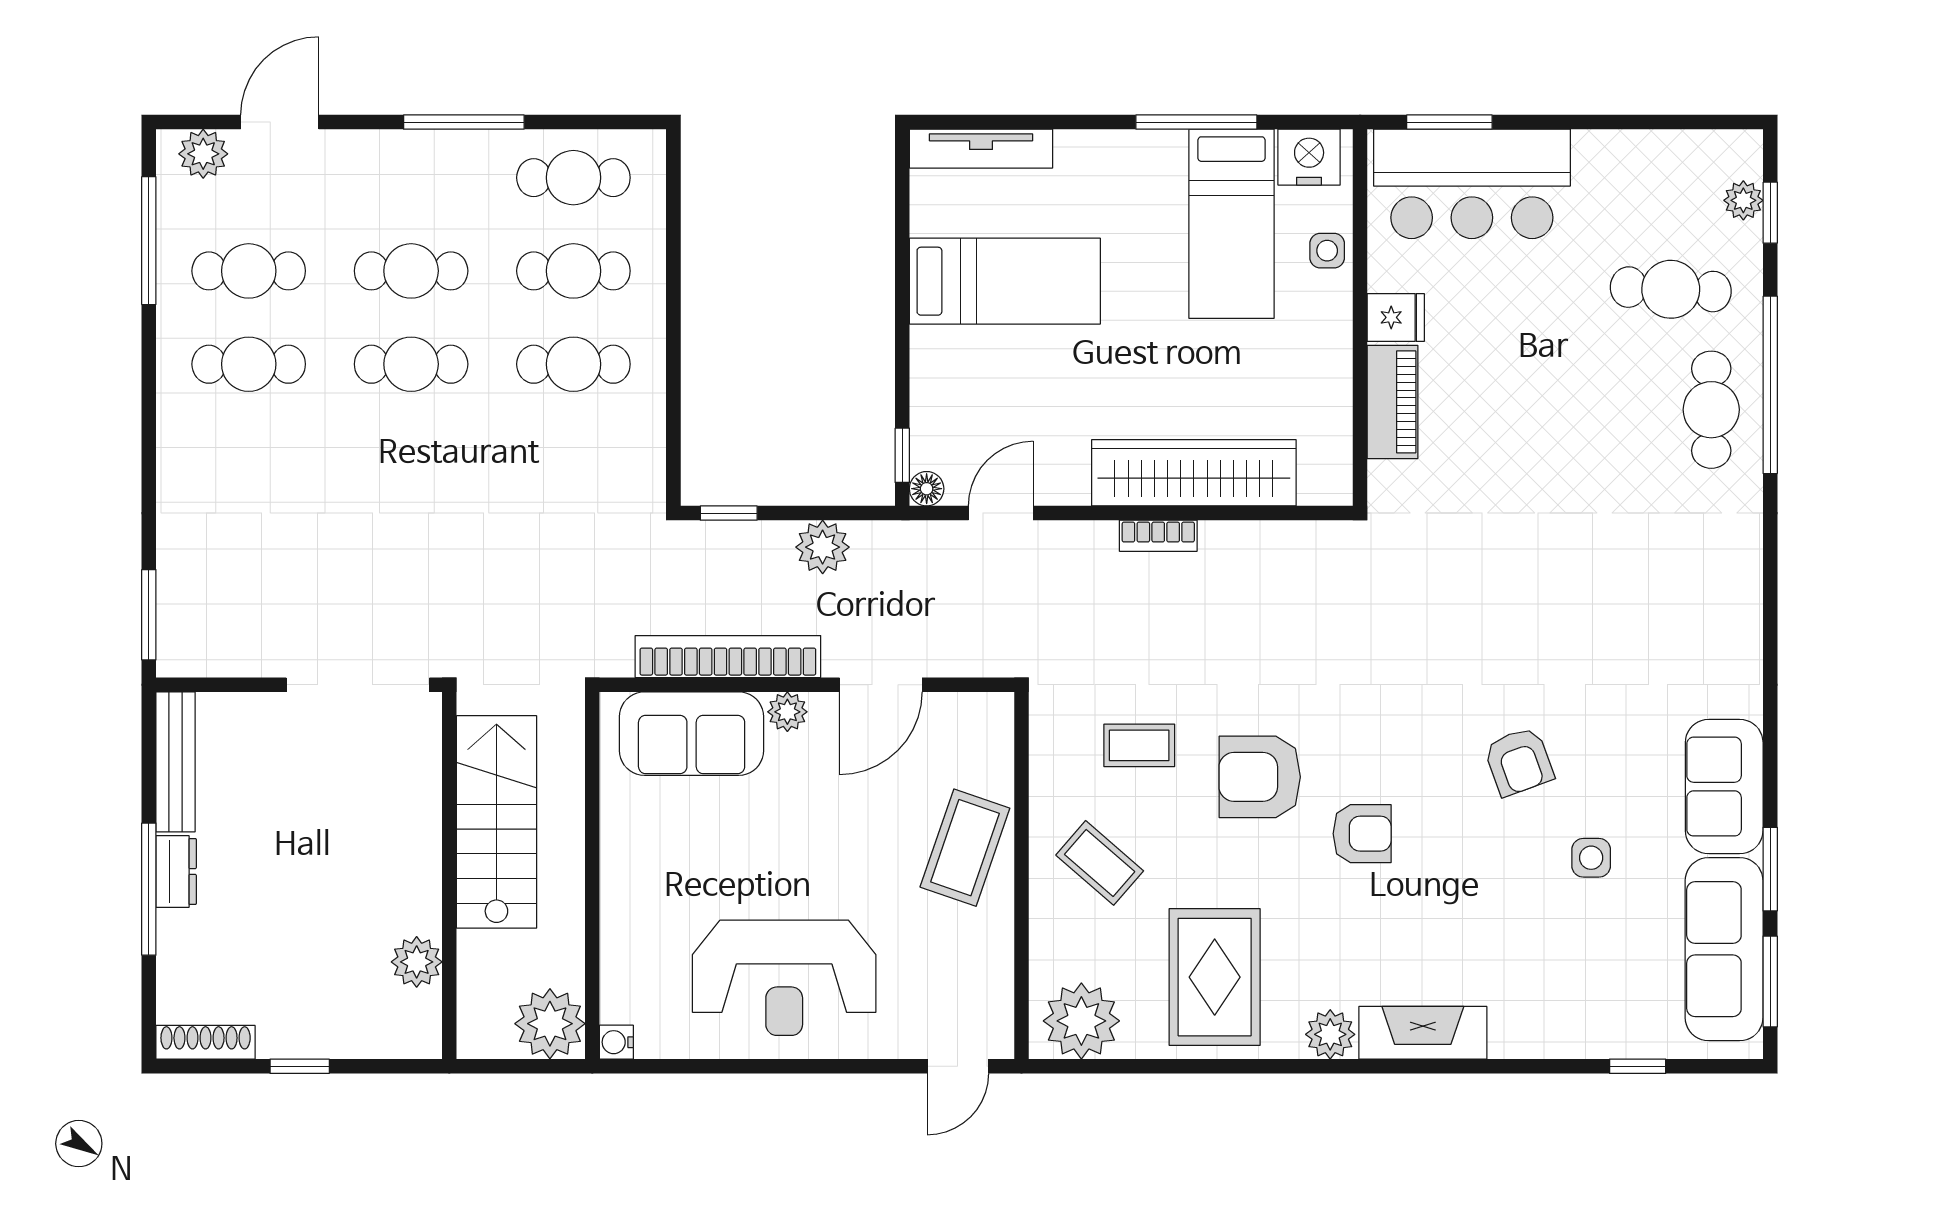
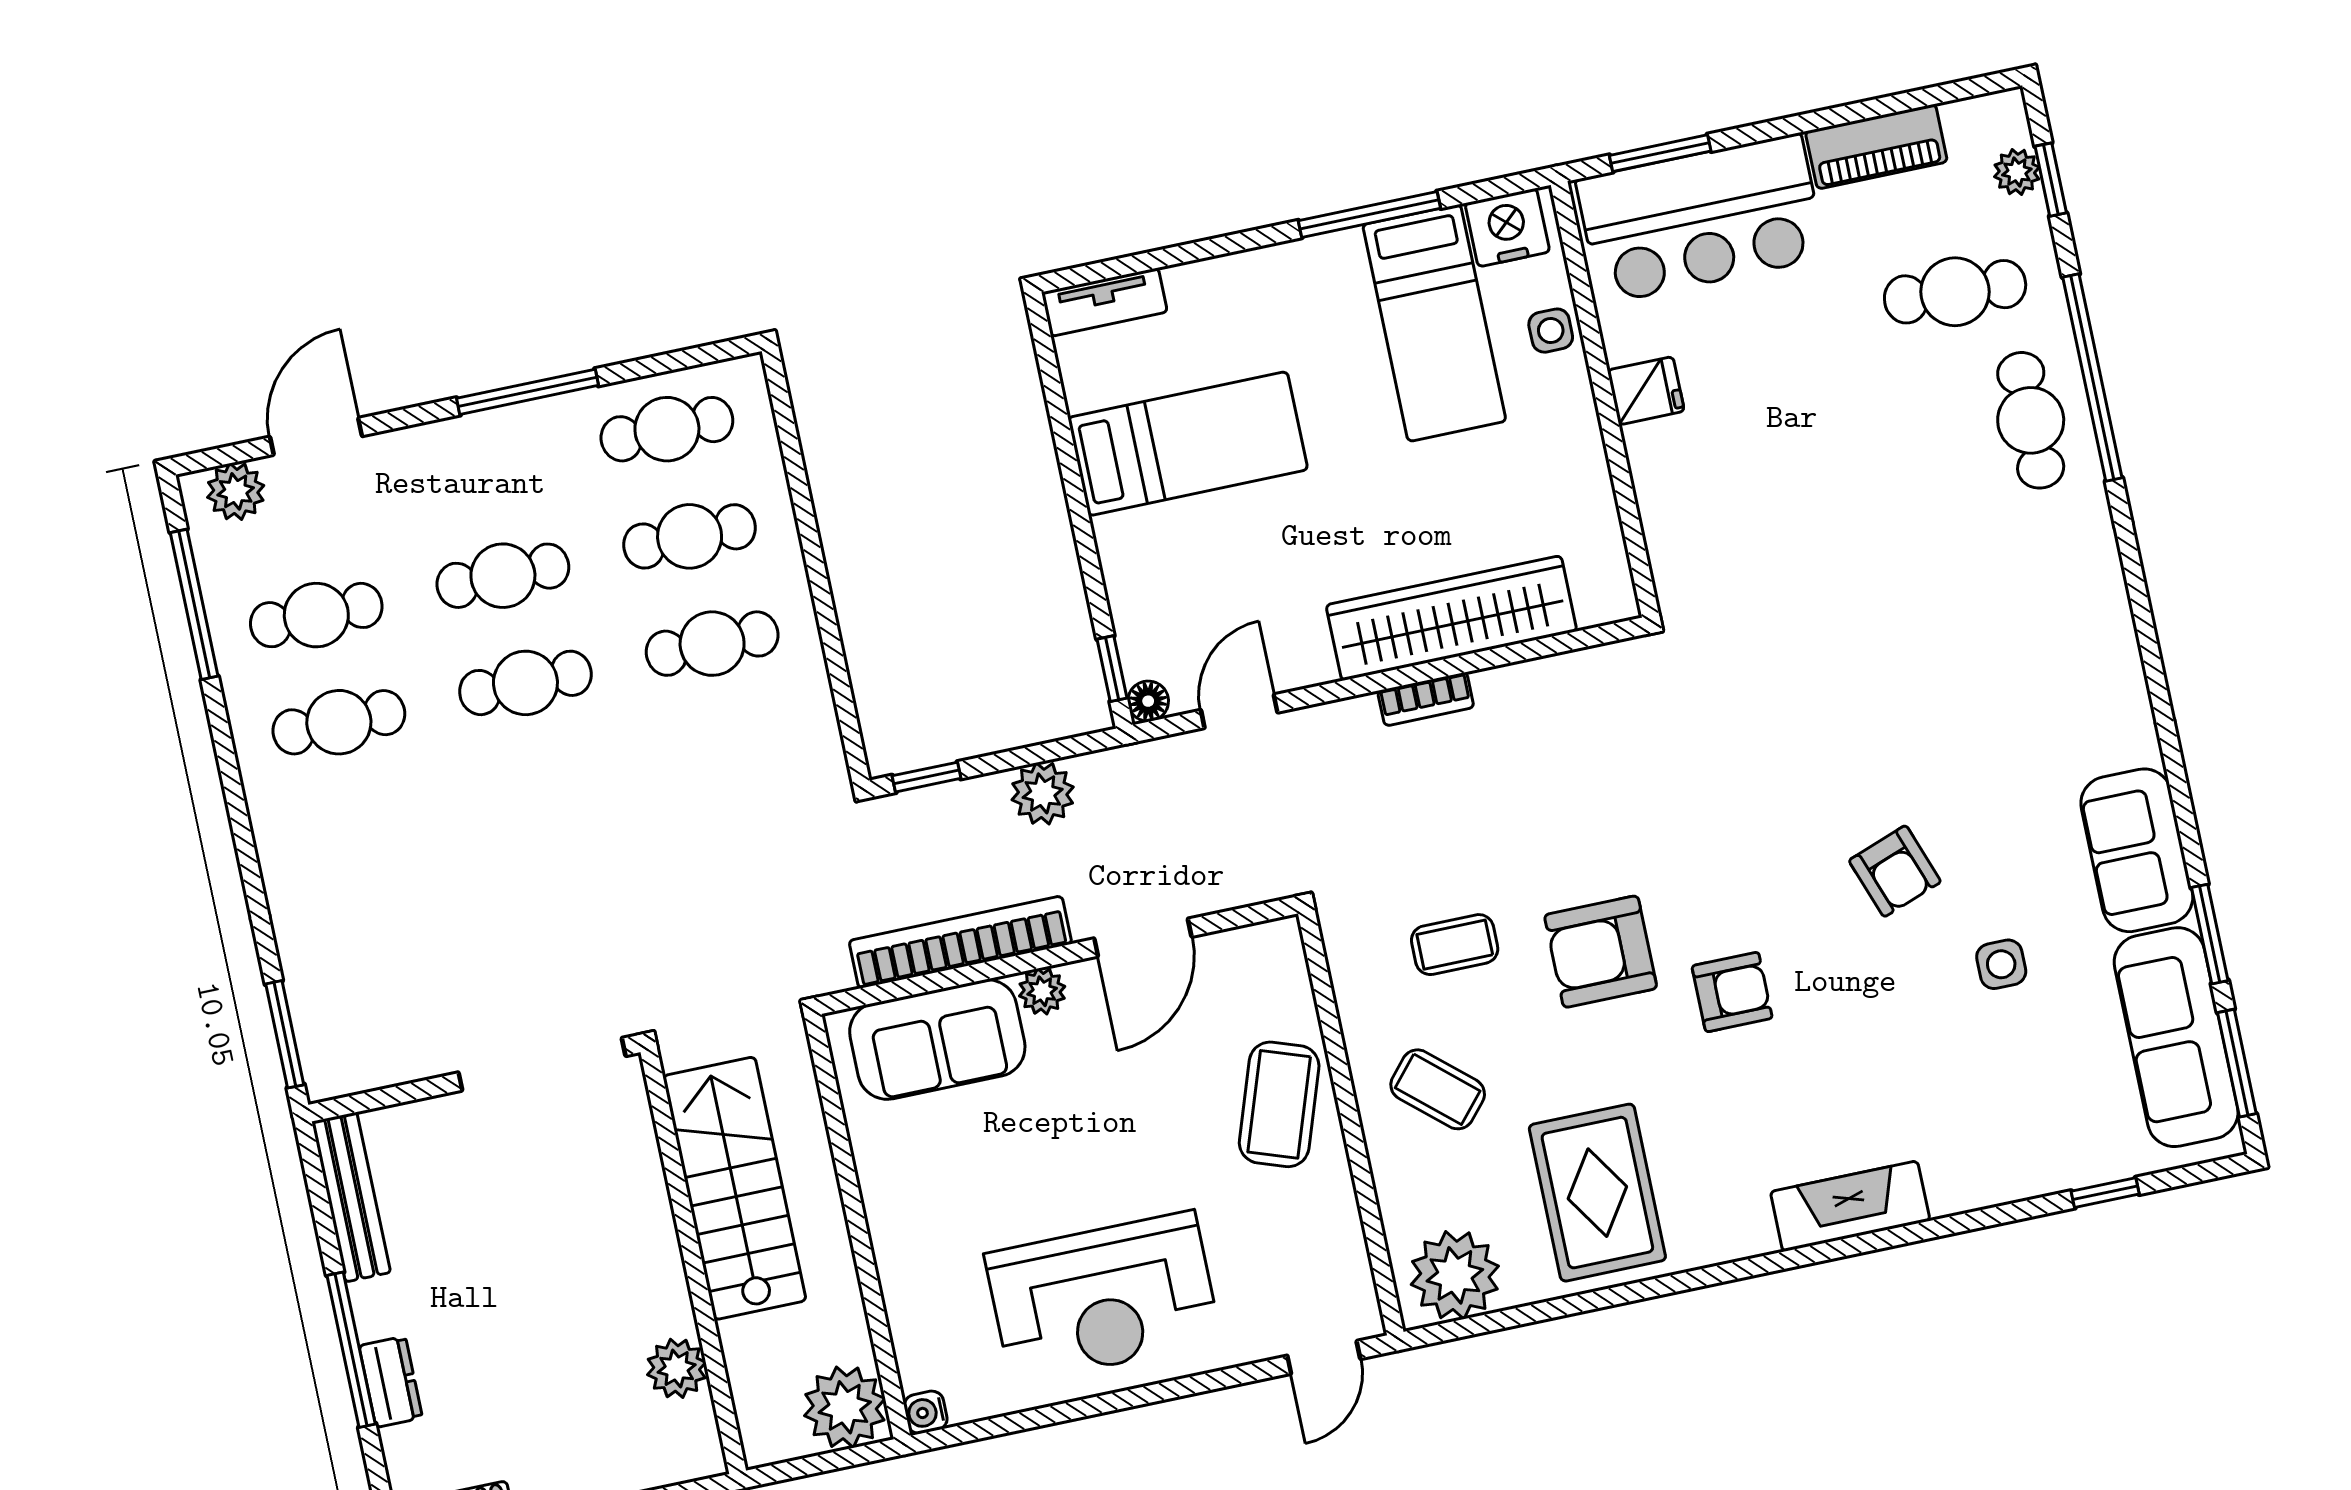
tv unit: (981, 149) -> (1104, 302), width x0.71
piano: (1393, 402) -> (1876, 147), moved, turned 90
dresser: (176, 871) -> (391, 1382), moved
plant: (1330, 1034) -> (1744, 1230), removed

